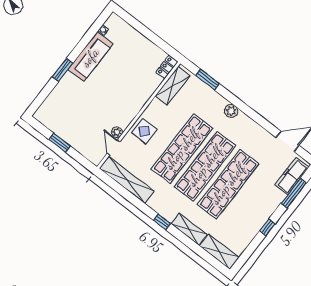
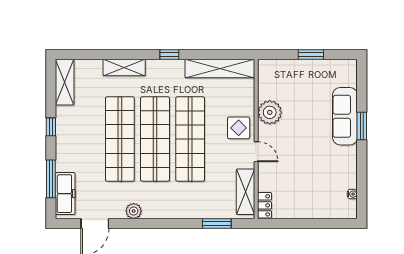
sofa: (90, 57) -> (345, 116), moved
plant: (231, 111) -> (134, 211), moved
plant: (117, 132) -> (270, 112), width x1.88, depth x1.88
door: (113, 148) -> (256, 152), moved
window: (162, 222) -> (169, 54), moved
shelving: (219, 252) -> (65, 82), moved, turned 90

